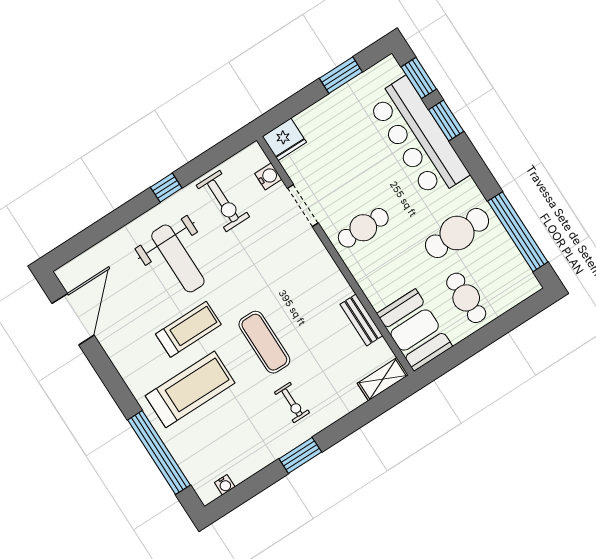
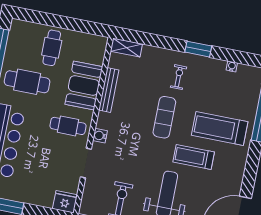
water cooler: (268, 176) -> (100, 136), moved
bench: (361, 320) -> (109, 90), width x1.36
booth: (415, 330) -> (84, 86), moved
water cooler: (225, 485) -> (232, 66), moved

